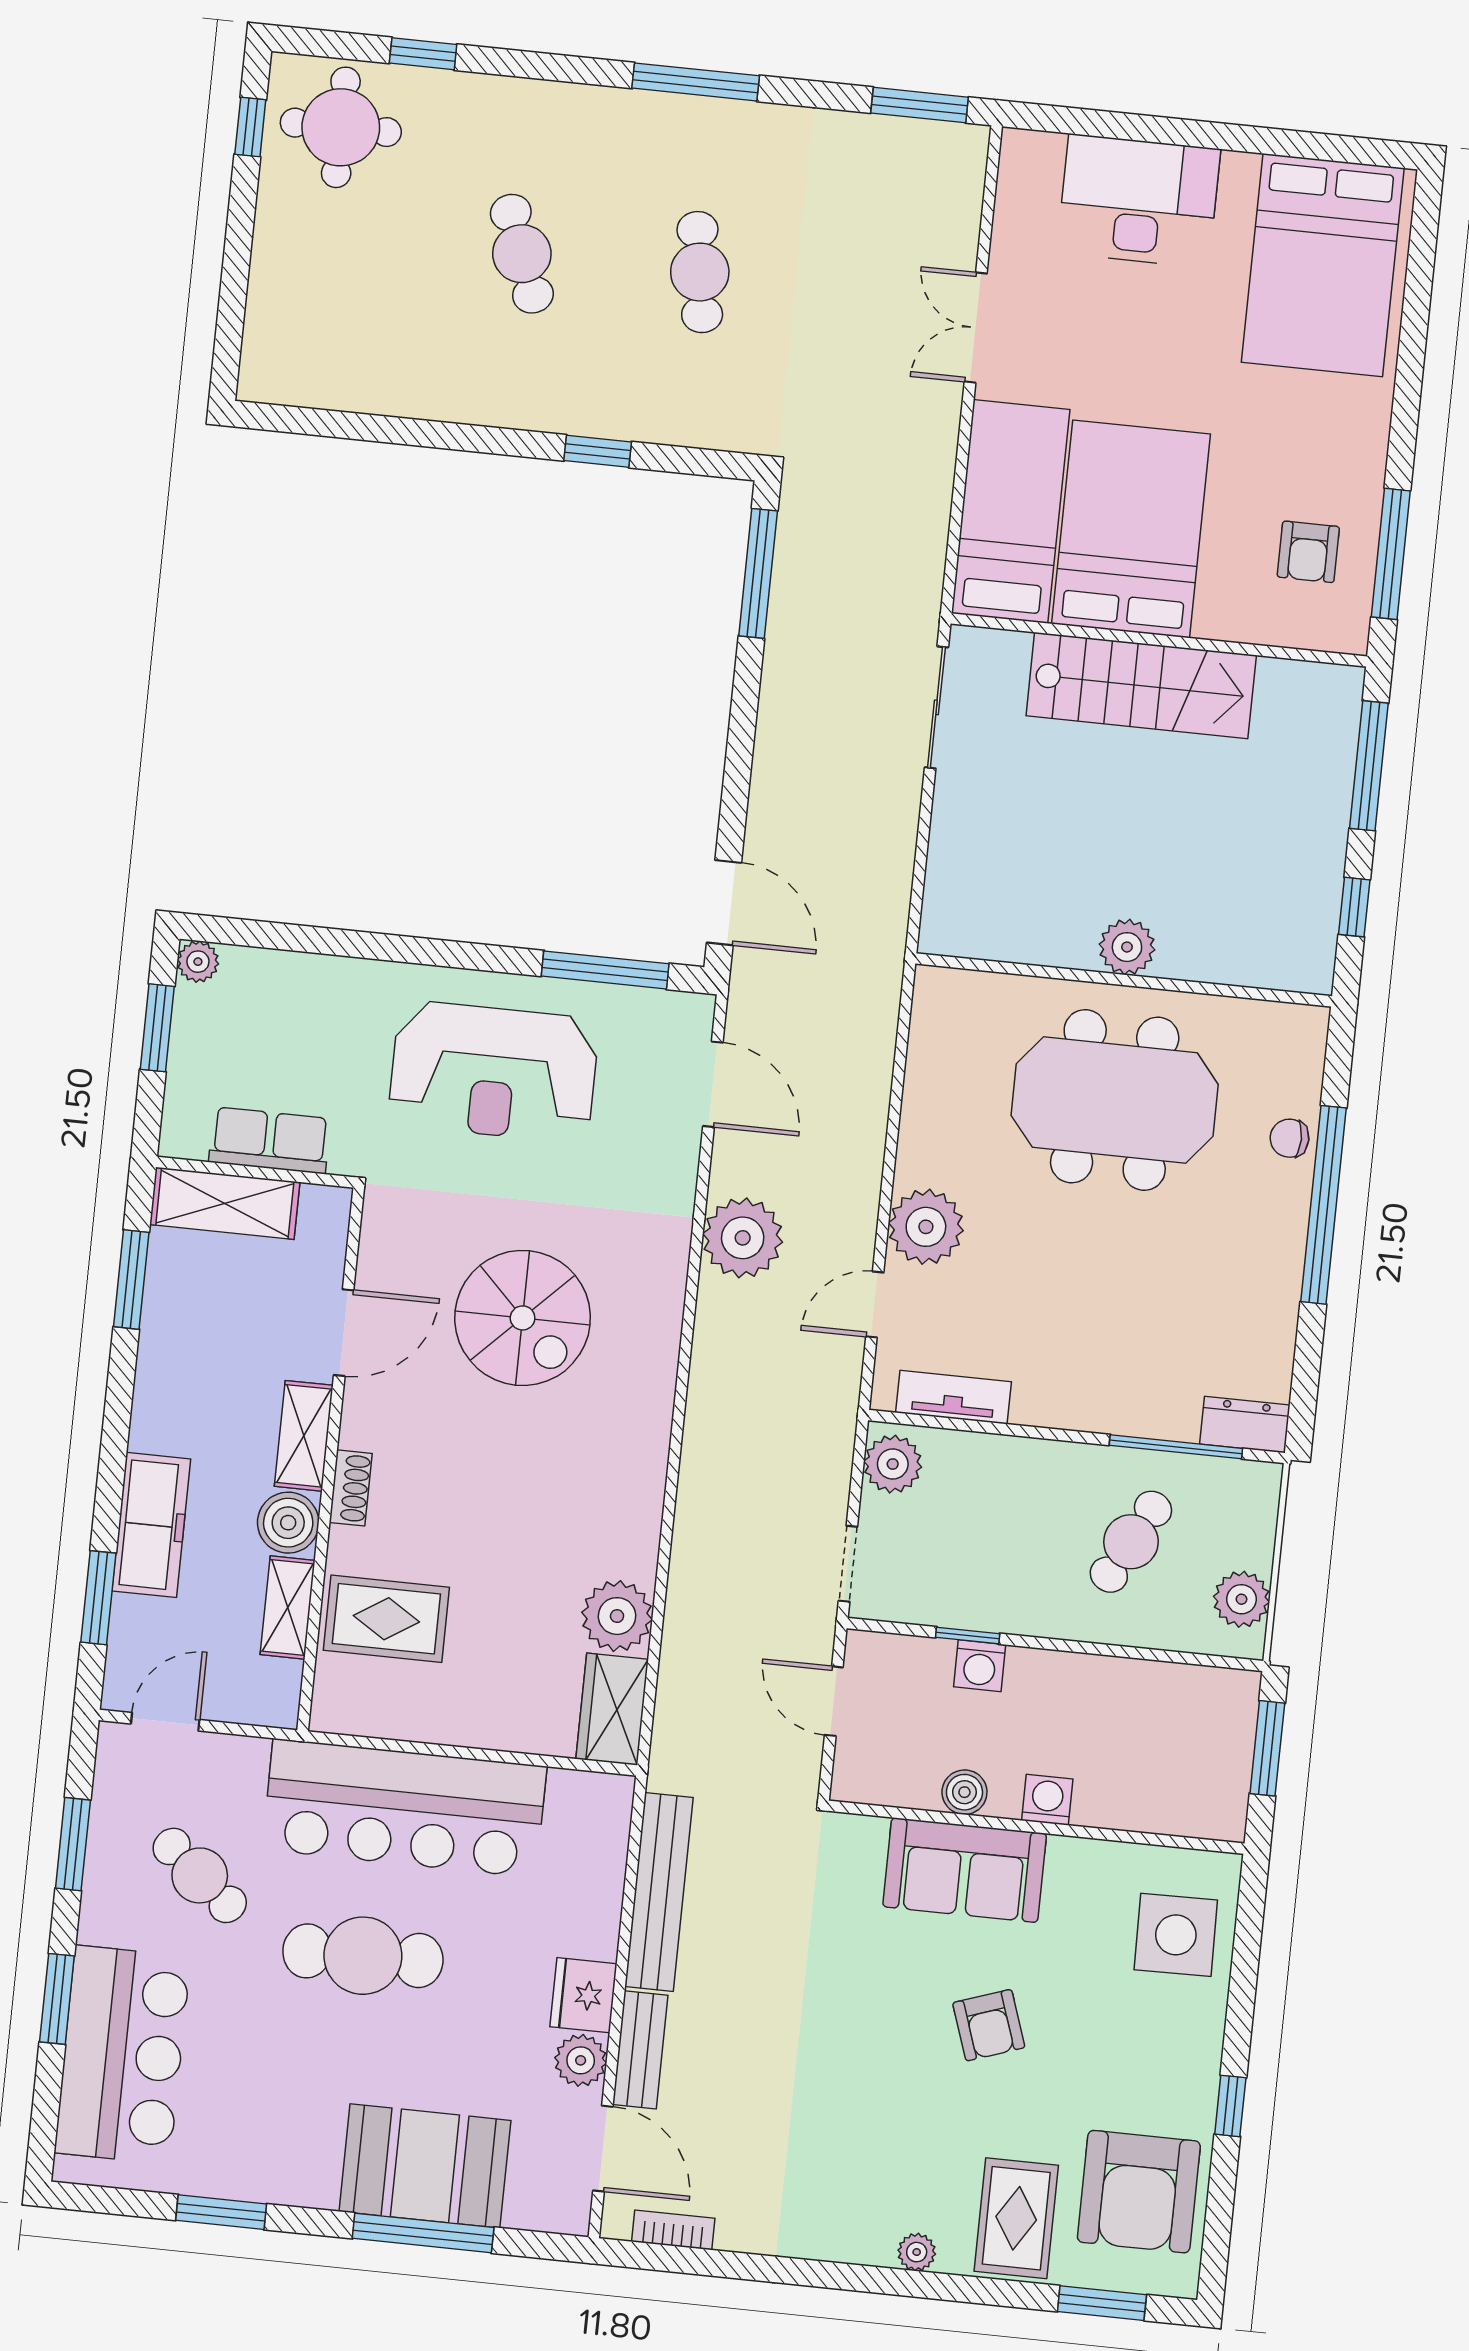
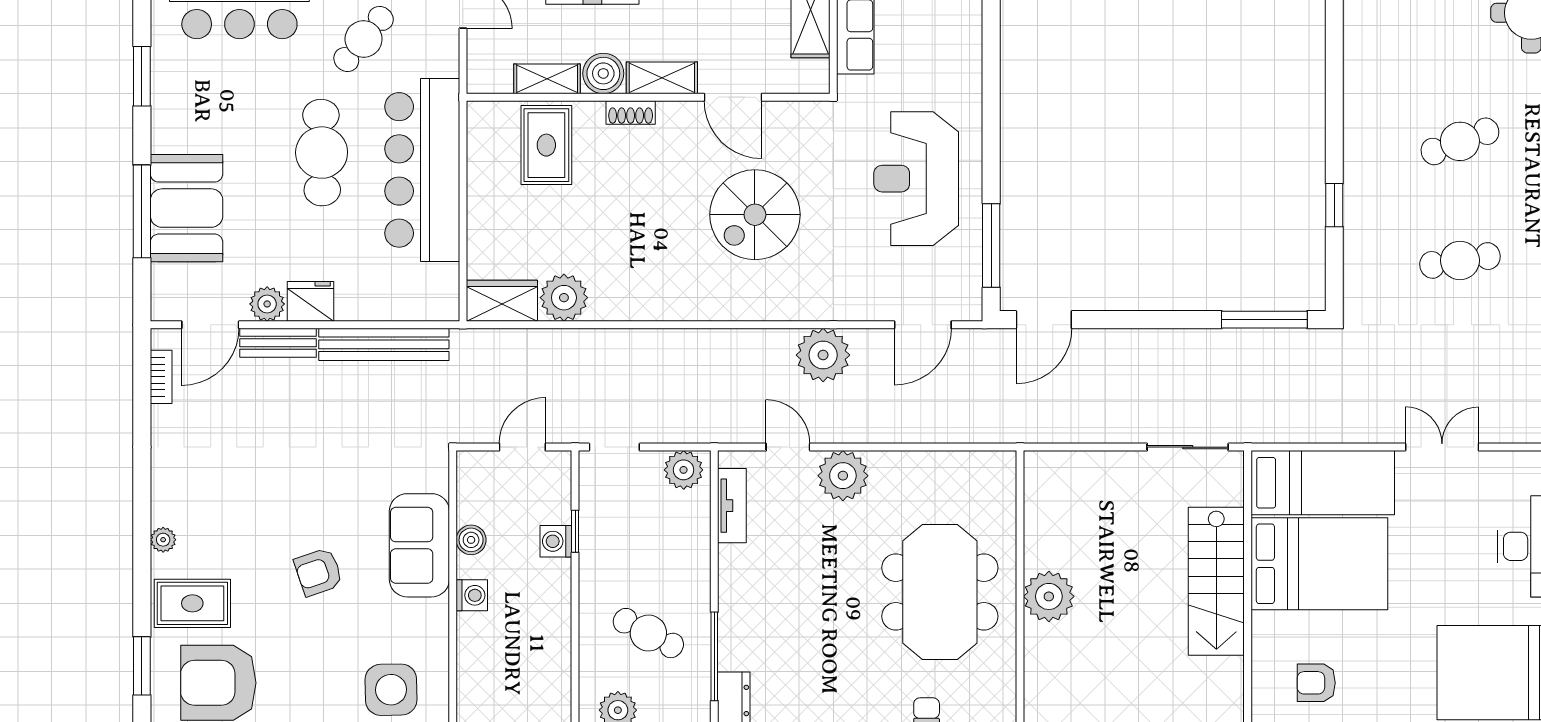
plant: (1127, 947) -> (1049, 596), width x1.36, depth x1.36

